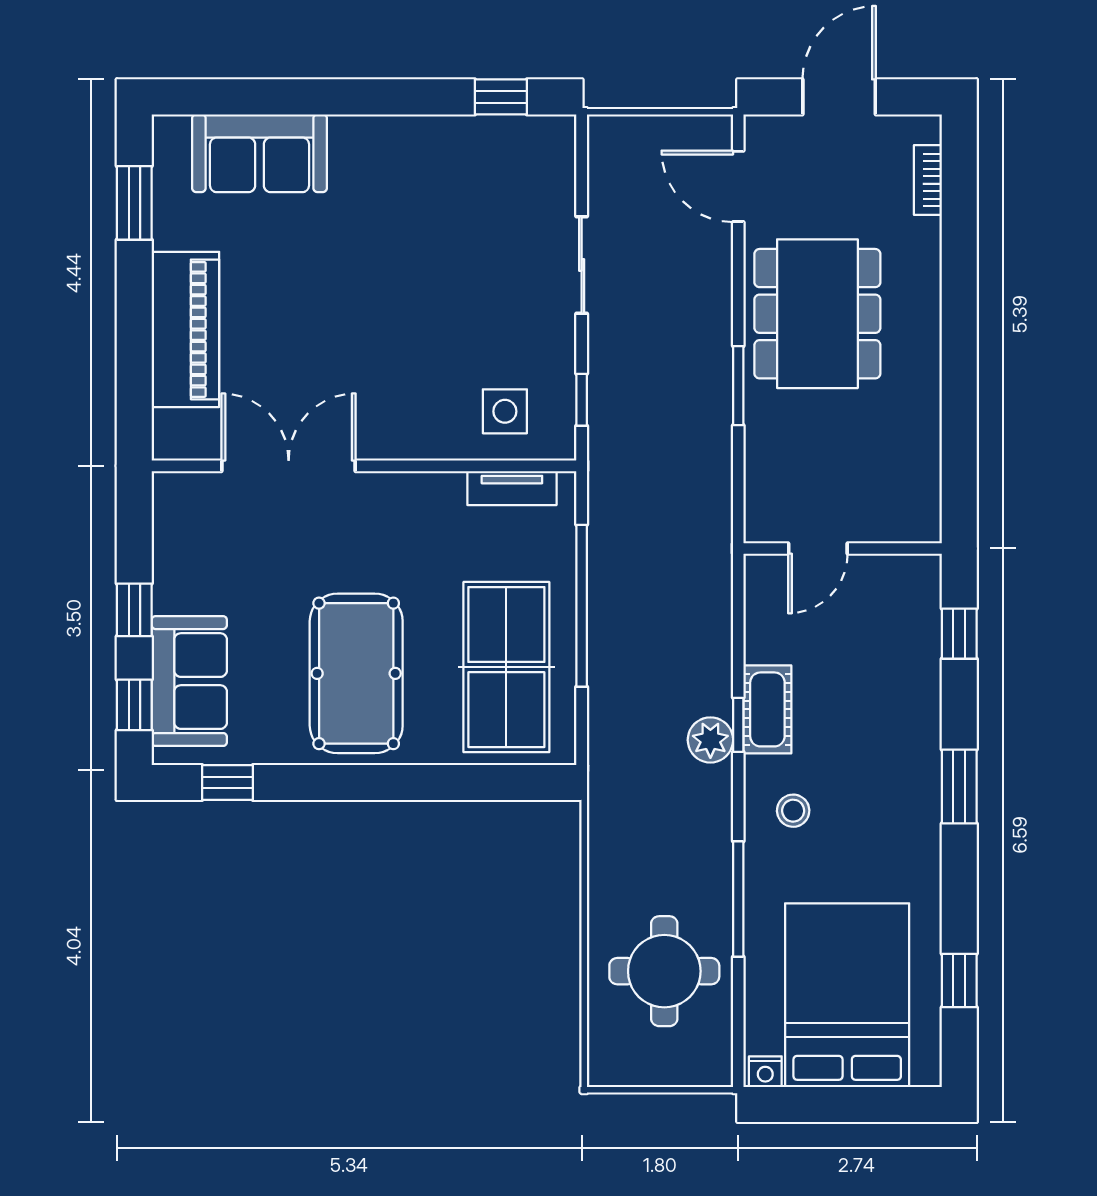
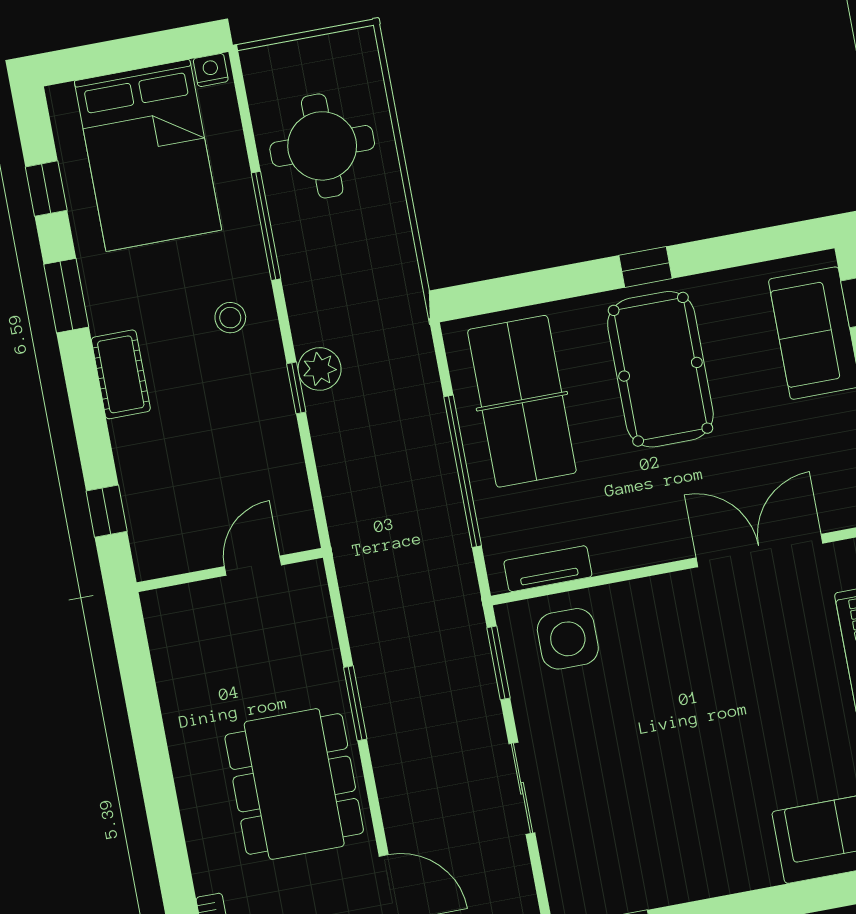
window: (582, 400) -> (498, 663), width x1.50
side table: (505, 411) -> (568, 639), width x1.37, depth x1.37
double door: (289, 466) -> (759, 550), swing flipped
cot: (767, 709) -> (121, 374), moved
window: (228, 783) -> (645, 267), moved
window: (959, 787) -> (66, 296), moved

